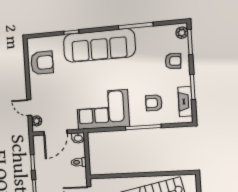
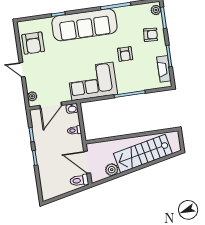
armchair: (42, 63) -> (33, 43), turned 90
armchair: (154, 103) -> (125, 54), moved, turned -90
door: (29, 108) -> (22, 70), moved

